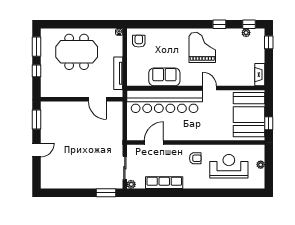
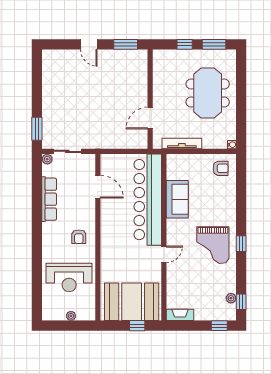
window: (219, 24) -> (241, 244), moved
grand piano: (202, 47) -> (213, 245), turned 90
window: (269, 123) -> (137, 326), moved
reception desk: (229, 166) -> (69, 277), turned 90

